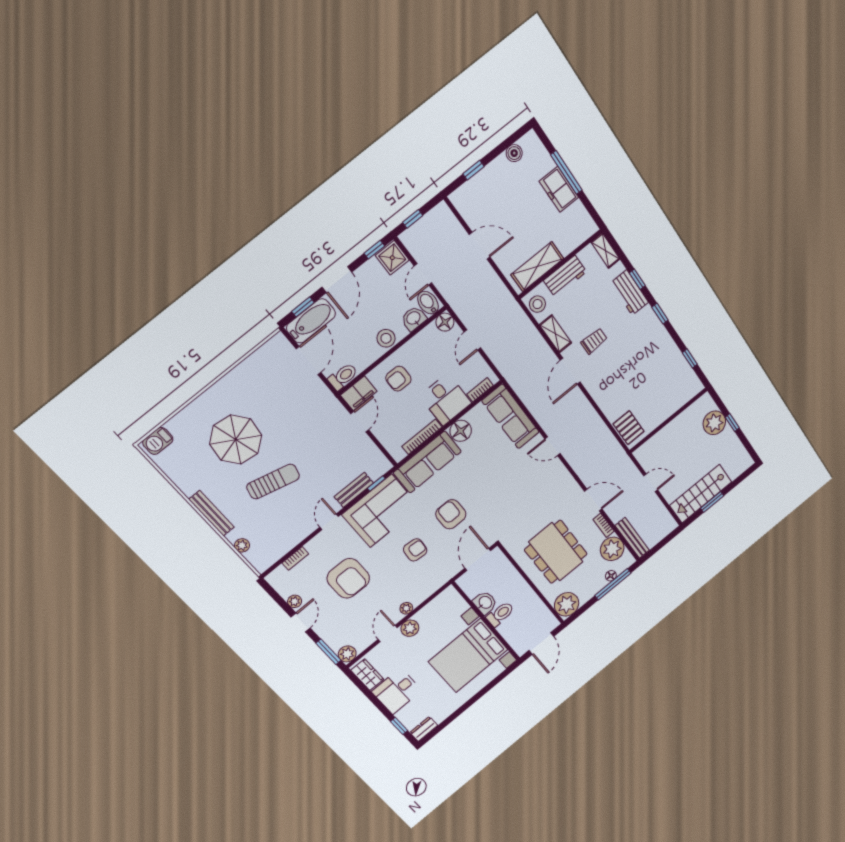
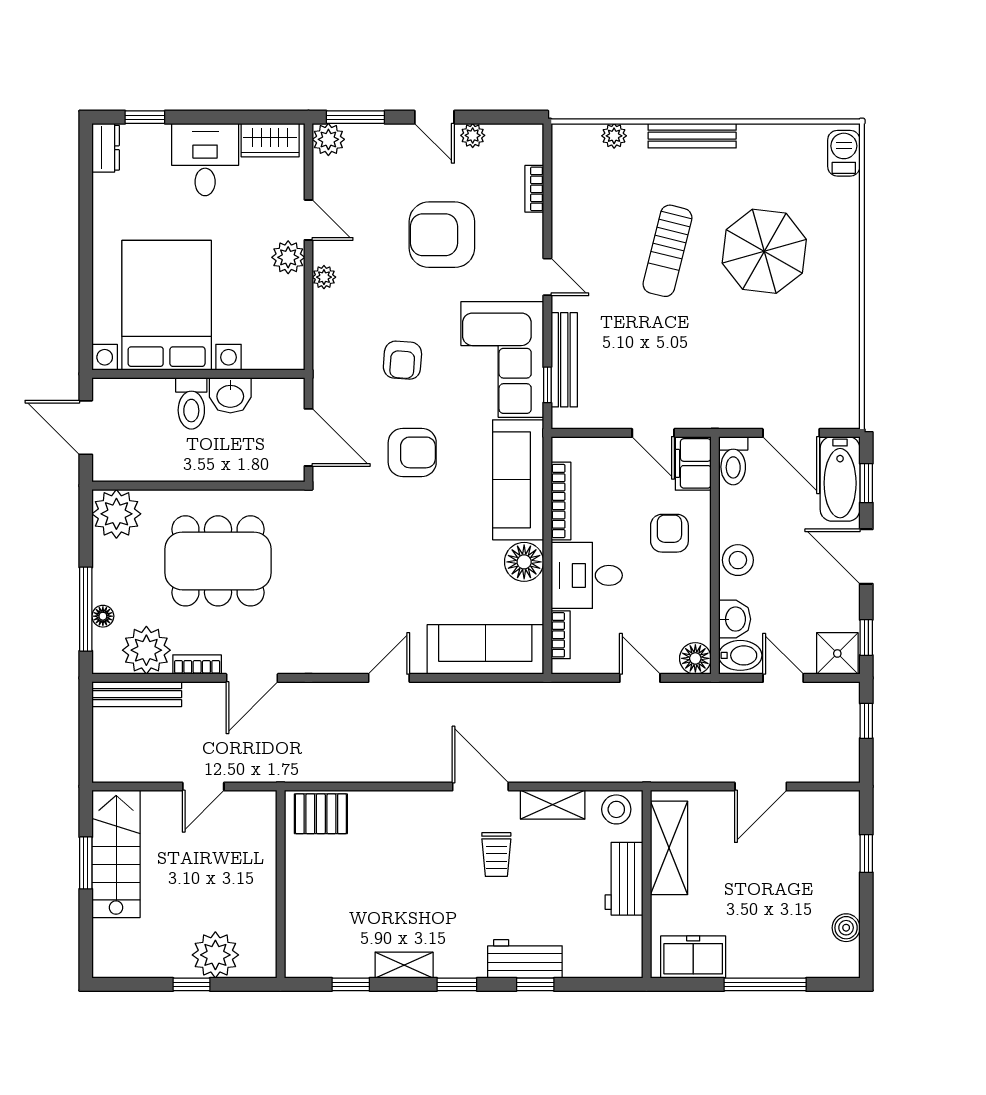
freezer: (559, 189) -> (693, 957), moved
shelving: (605, 251) -> (404, 965), moved
bench: (354, 490) -> (564, 360), width x1.36

